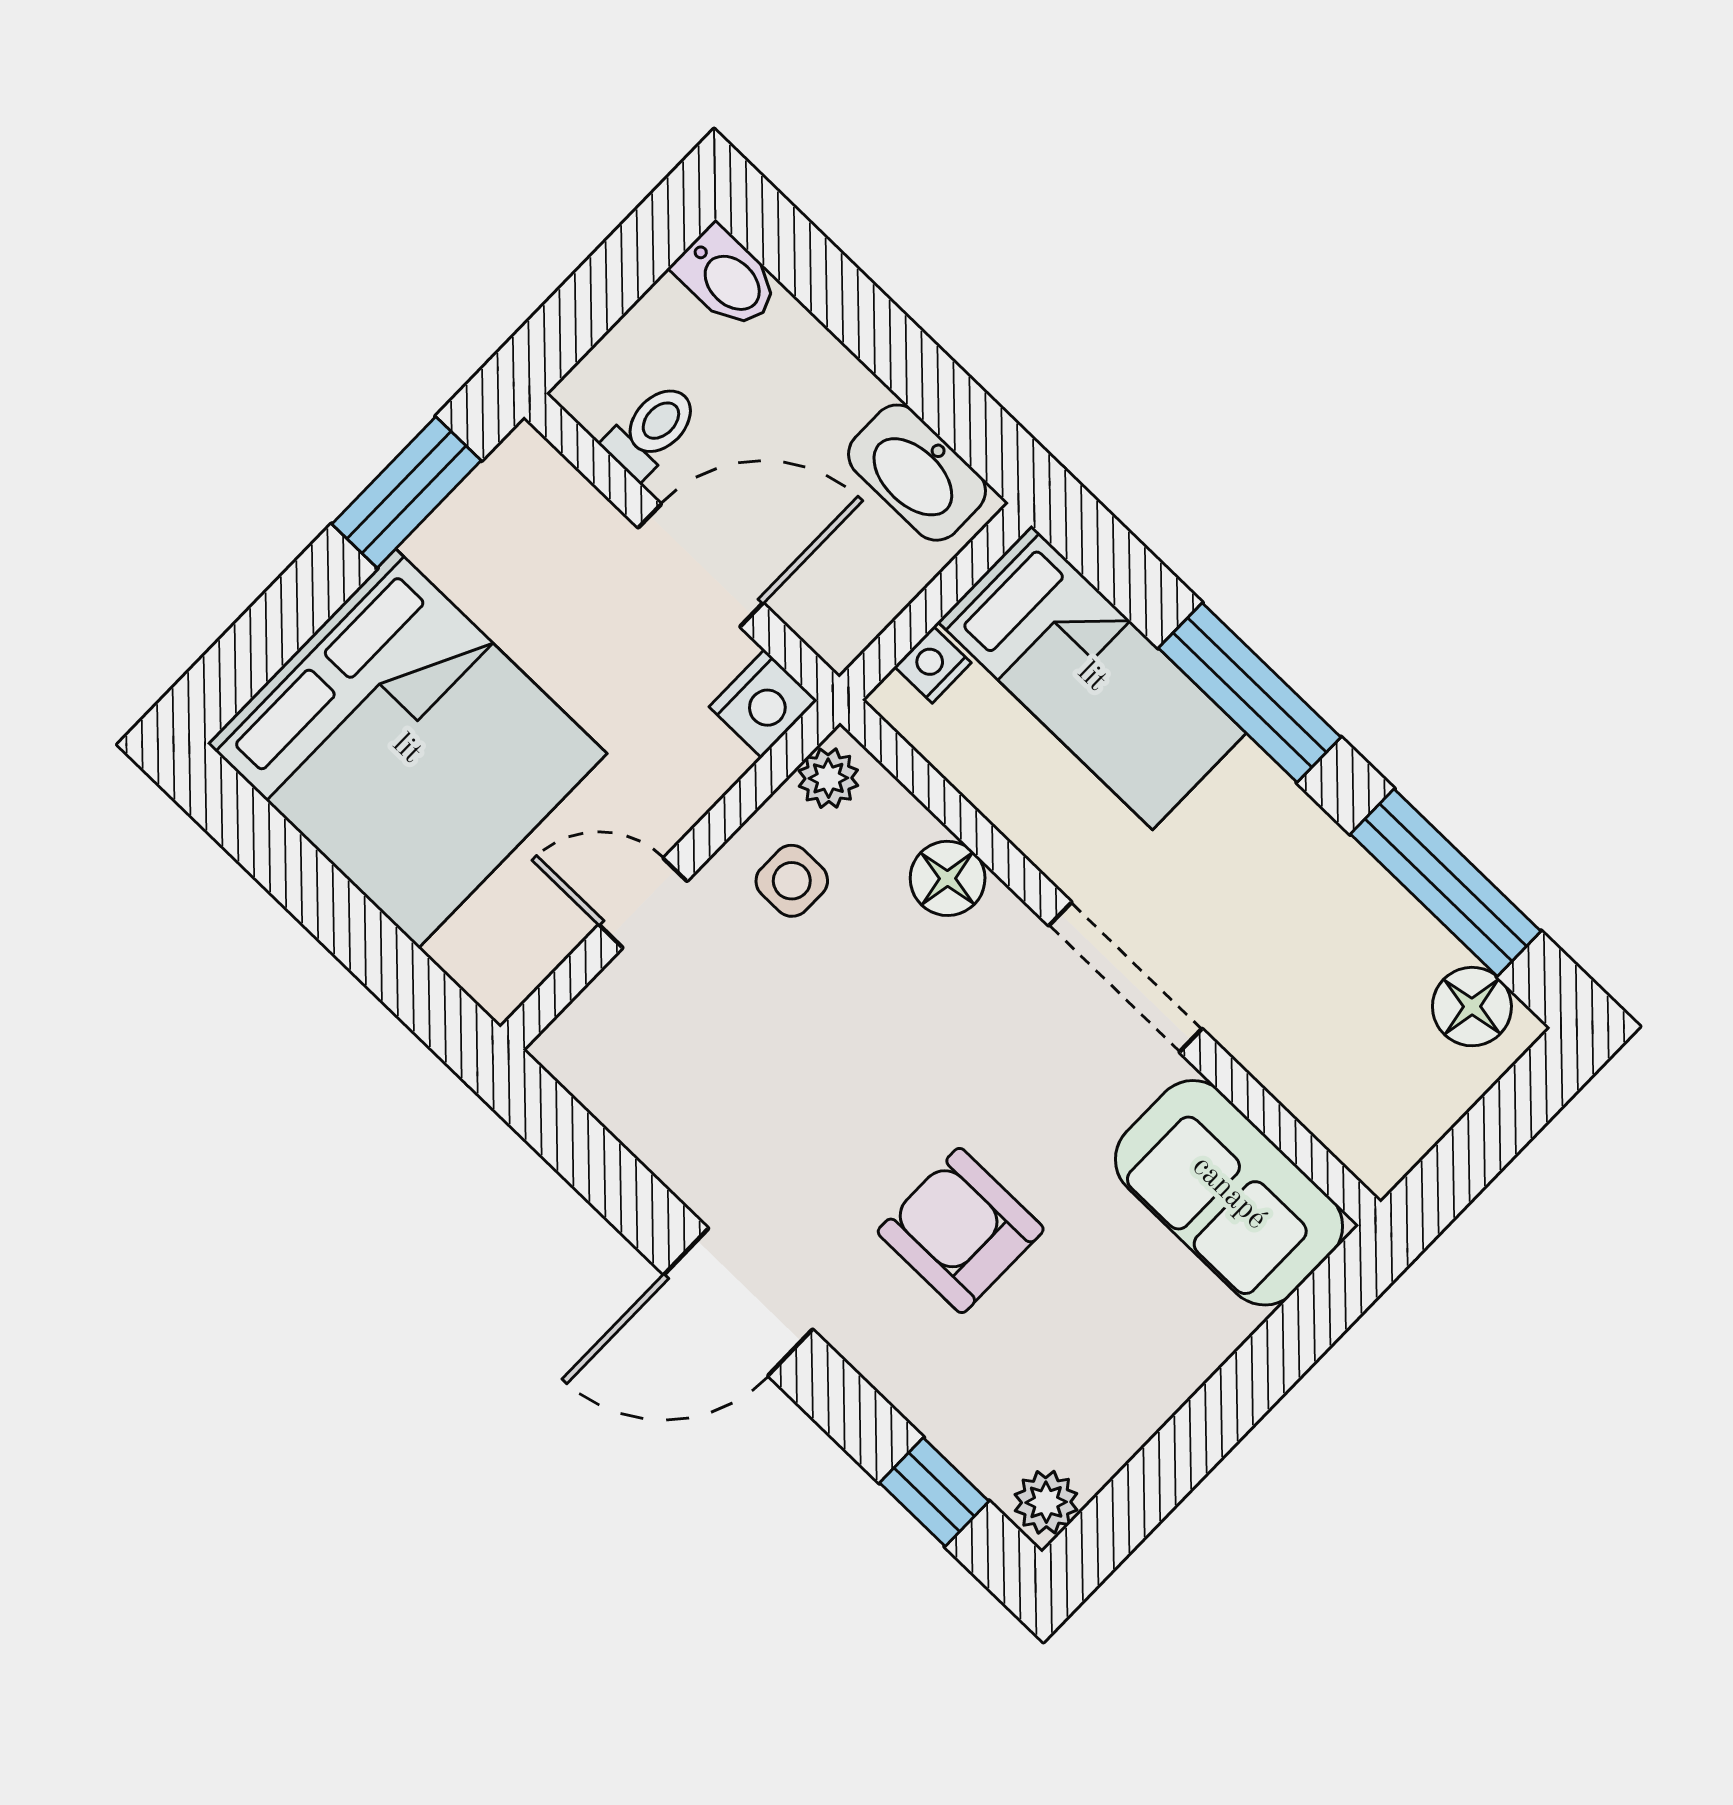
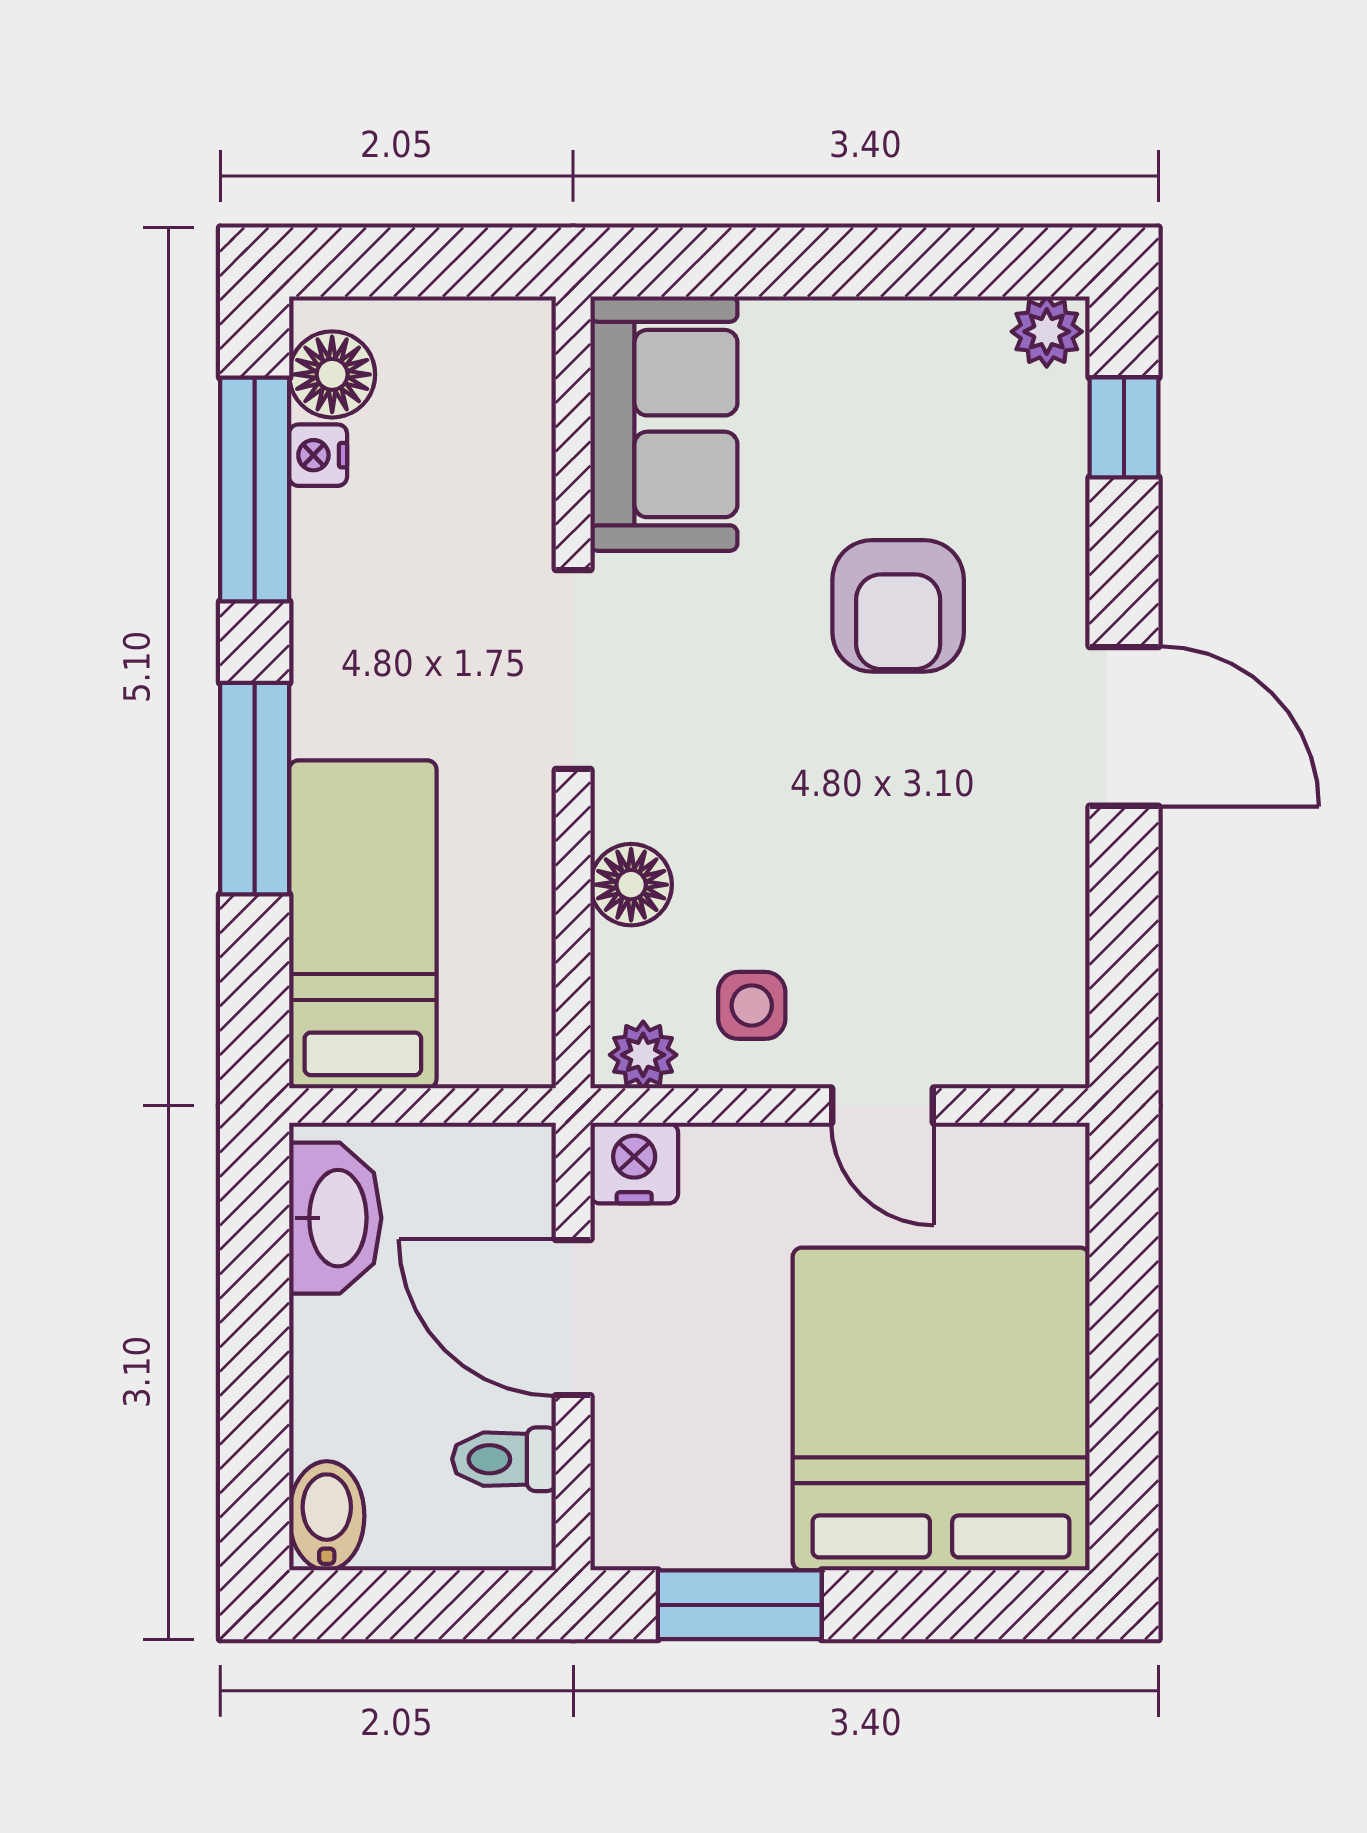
nightstand: (933, 665) -> (318, 455), moved, turned 90

